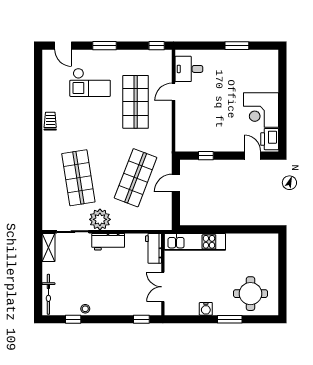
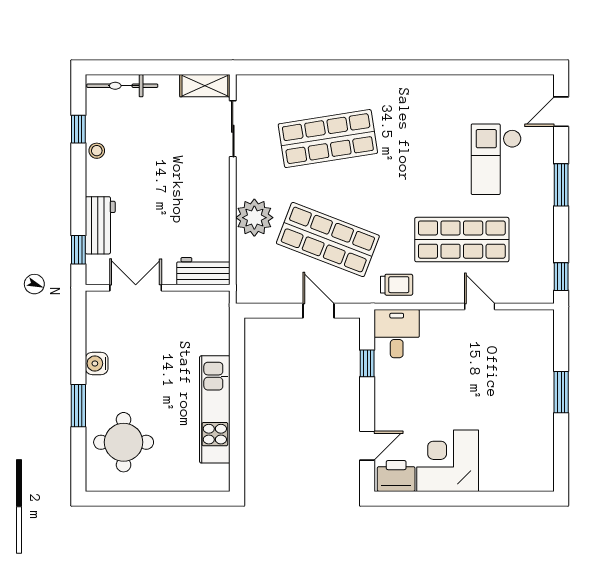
window: (237, 46) -> (561, 392), moved
desk: (189, 69) -> (397, 334), moved
trolley: (50, 121) -> (397, 285), moved
plant: (100, 219) -> (254, 218), moved
workbench: (108, 242) -> (100, 225), moved, turned 180
kitchen unit: (195, 242) -> (215, 409), moved

